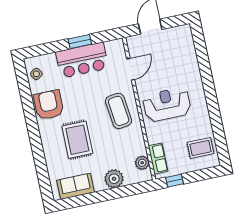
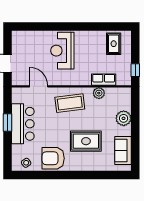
reception desk: (167, 105) -> (62, 51), moved
row of seats: (158, 159) -> (104, 80), moved
plant: (142, 163) -> (99, 93), moved

